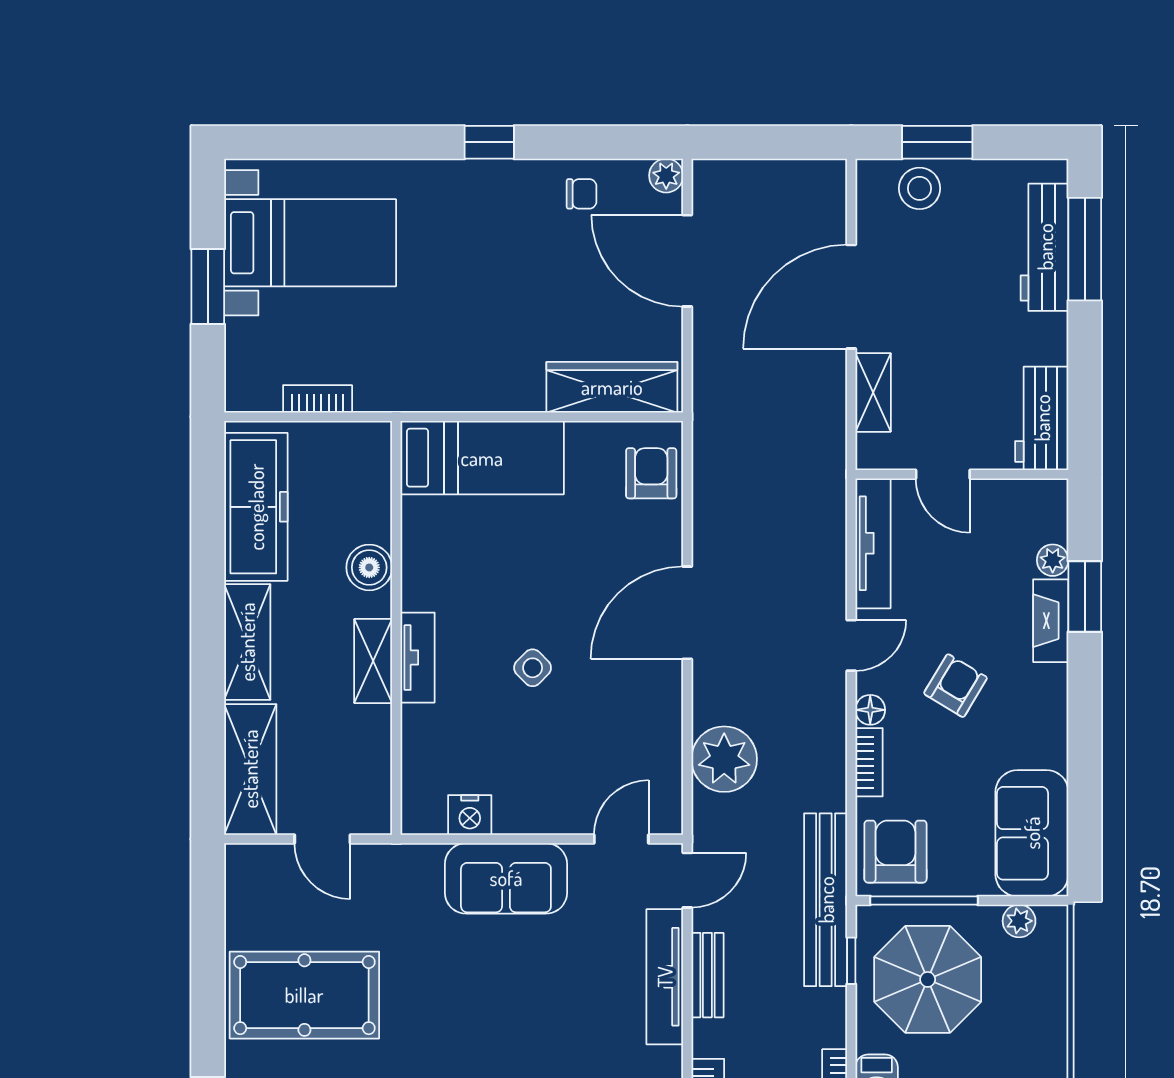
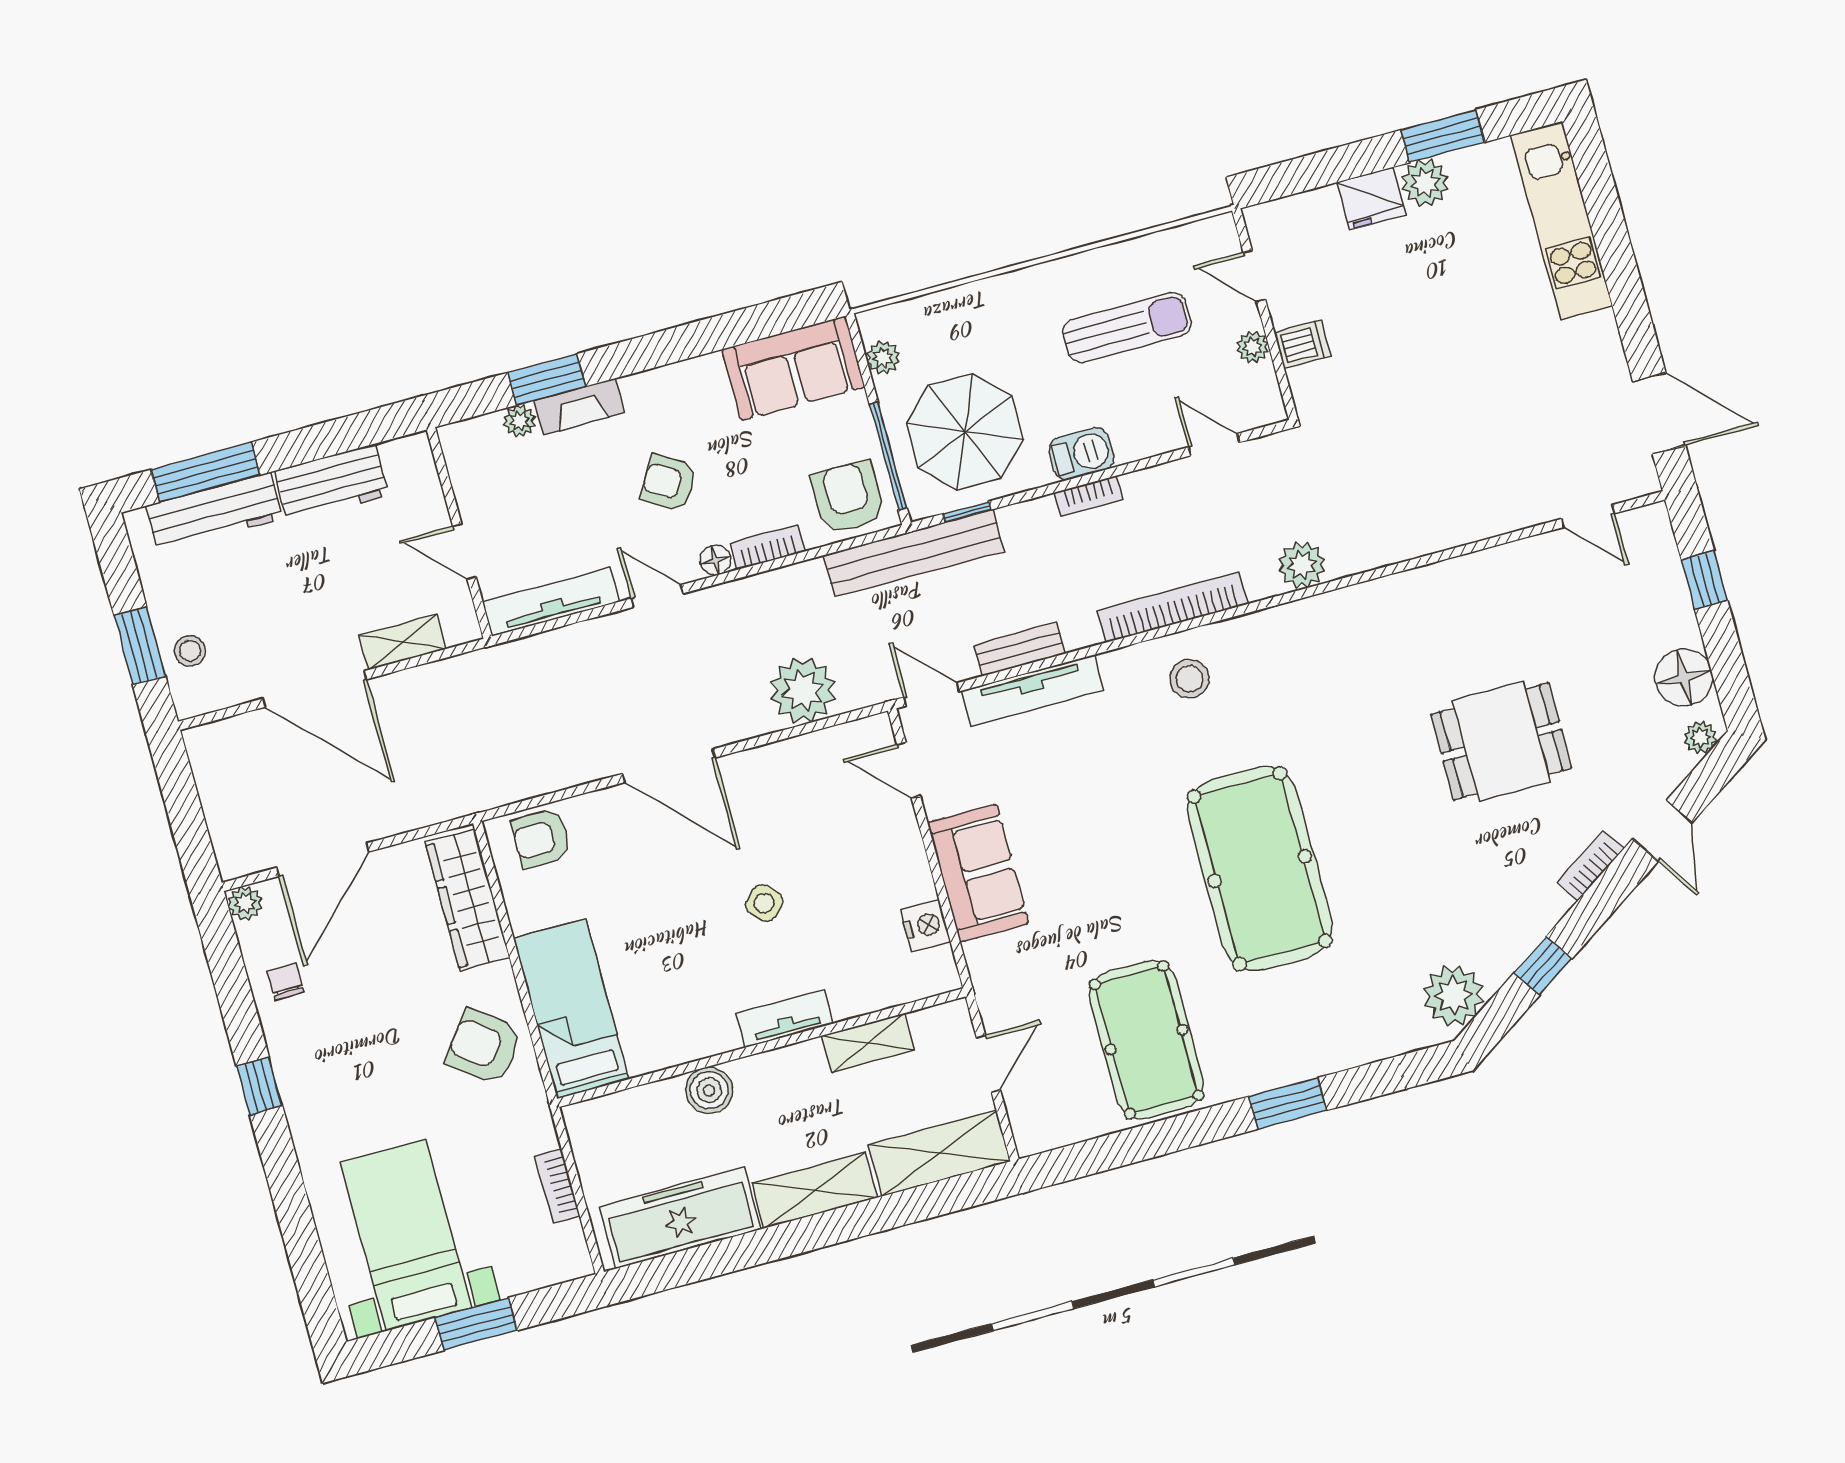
stool: (919, 188) -> (190, 651), width x0.73, depth x0.73
armchair: (469, 365) -> (484, 1046), added
workbench: (1042, 418) -> (332, 483), moved
door: (943, 474) -> (464, 552), swing flipped
shelving: (373, 661) -> (868, 1043), moved
armchair: (895, 852) -> (848, 497), turned 90

